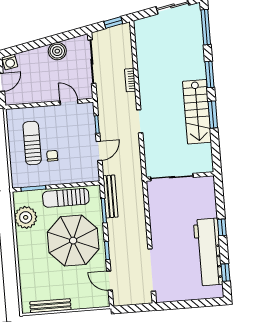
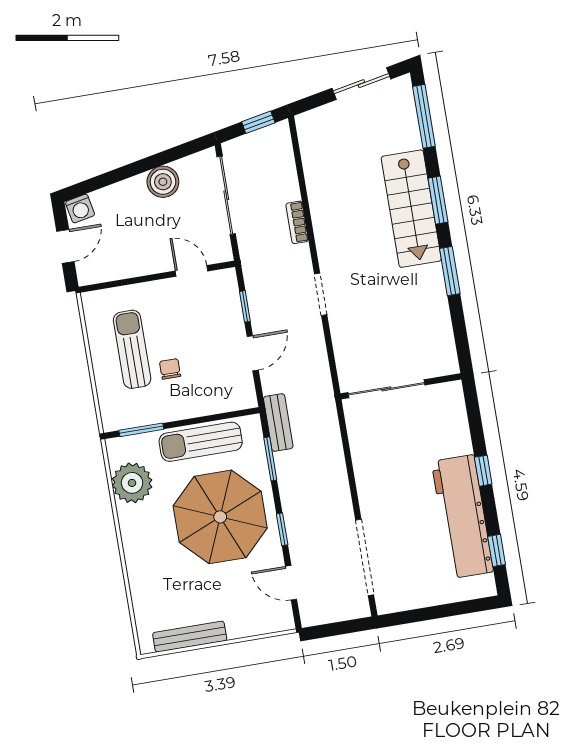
stairs: (197, 112) -> (411, 209), moved
bench: (110, 196) -> (278, 423), width x0.73

